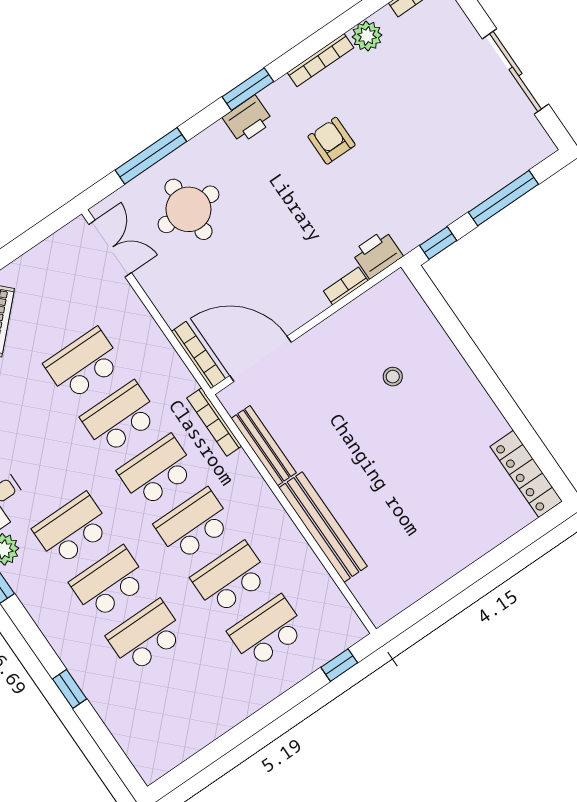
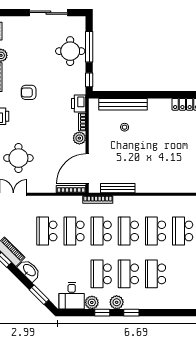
round table: (469, 167) -> (70, 51), added
plant: (310, 302) -> (79, 138), added
bench: (323, 527) -> (123, 104), moved
plant: (37, 598) -> (117, 302), added
window: (70, 689) -> (131, 313), moved

